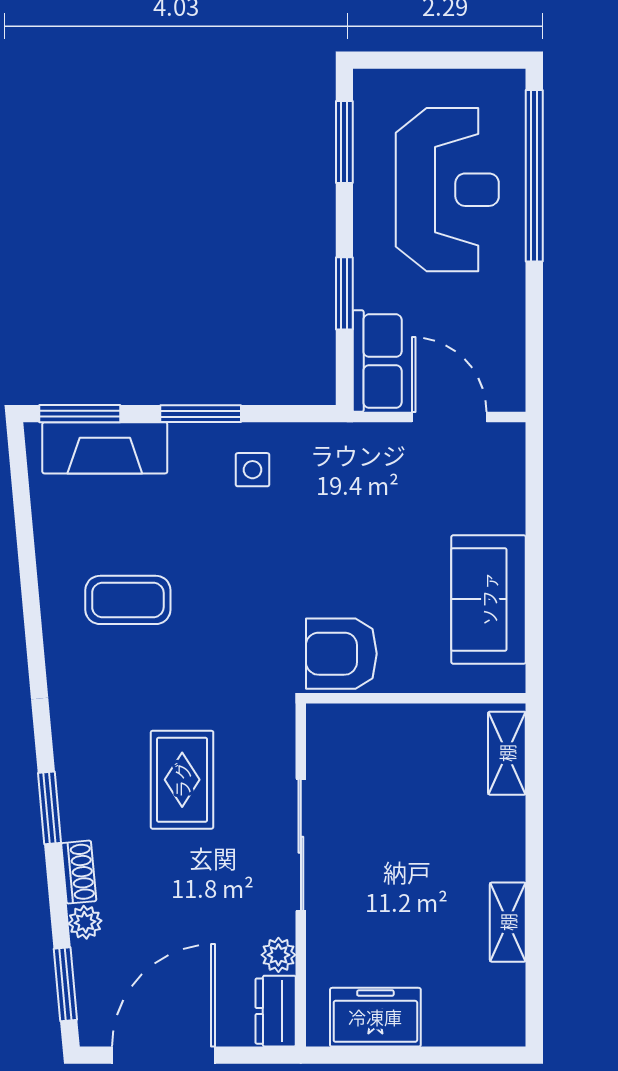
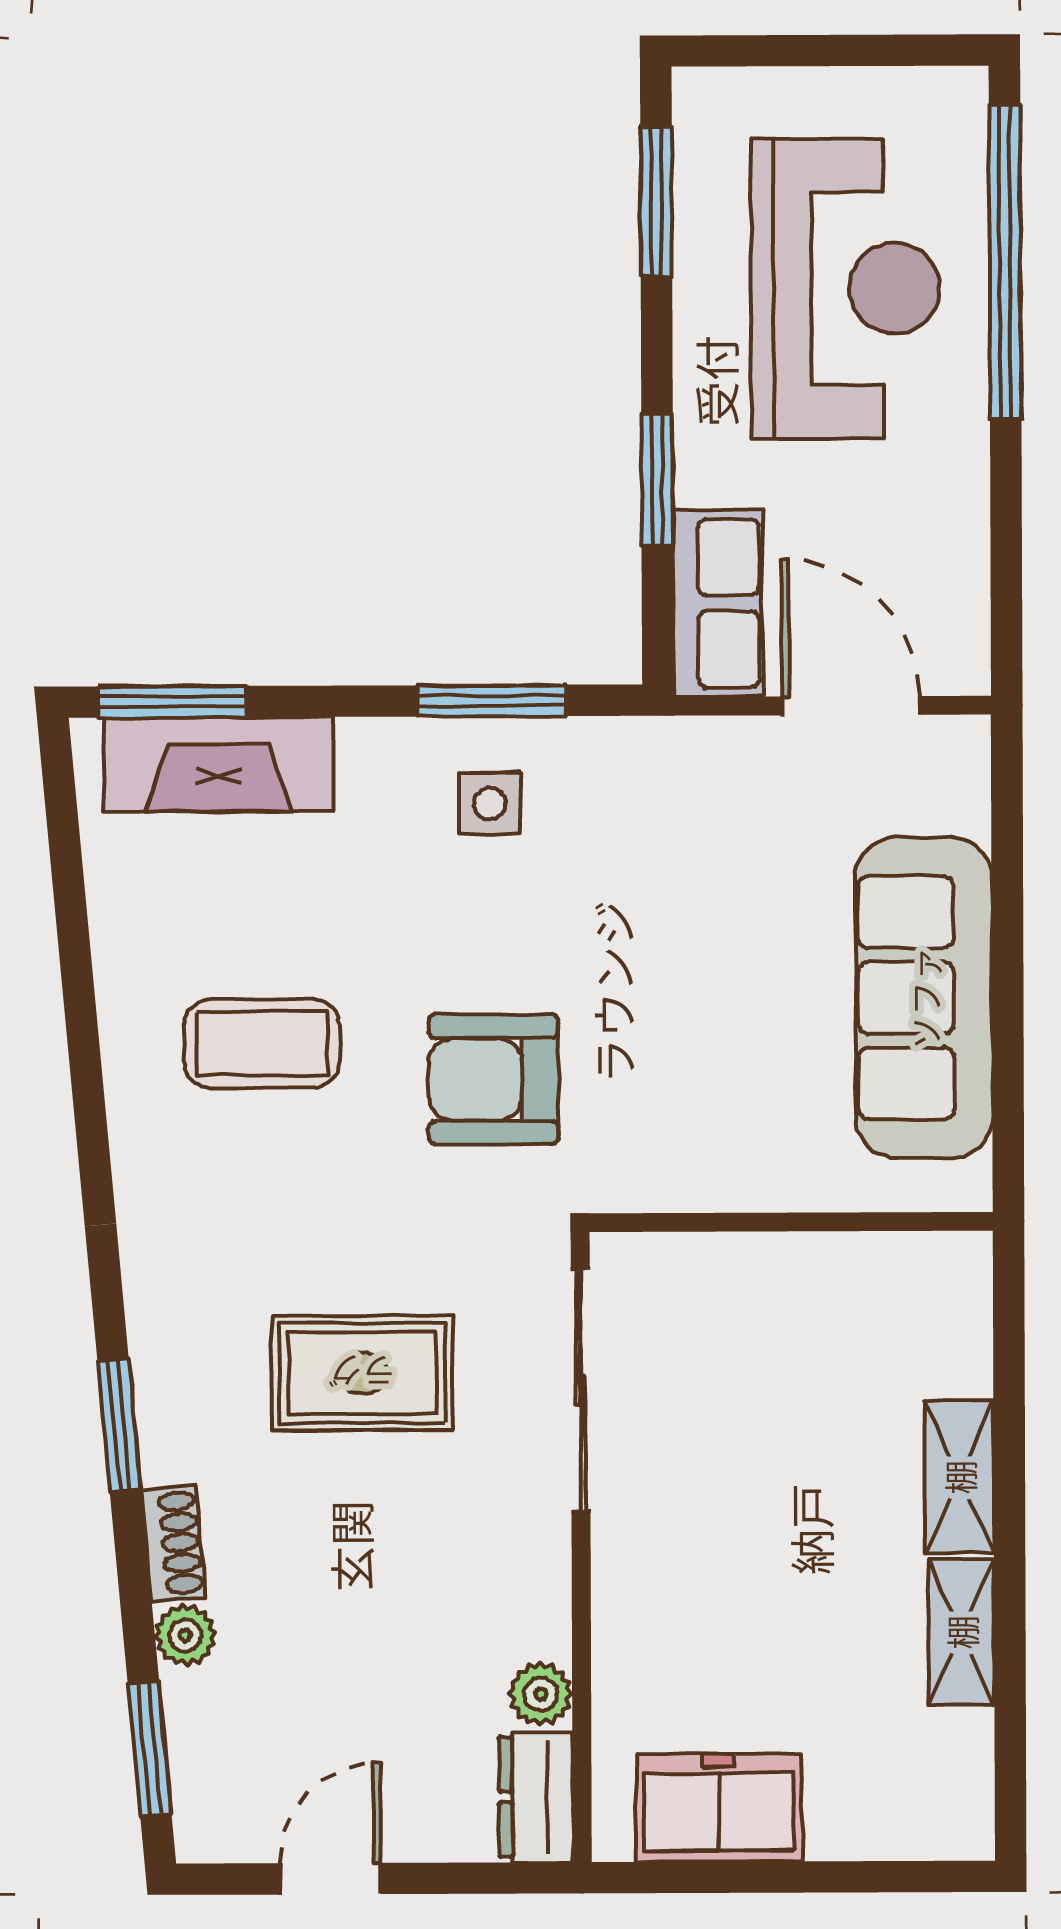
window: (201, 414) -> (491, 701), moved
sofa: (489, 599) -> (924, 998), width x1.36
armchair: (341, 654) -> (493, 1079), moved
shelving: (507, 753) -> (959, 1477), moved
rug: (182, 780) -> (362, 1373), turned 90
sliding door: (301, 845) -> (581, 1390), moved
door: (164, 1055) -> (330, 1879), width x0.53

